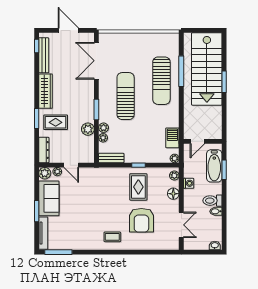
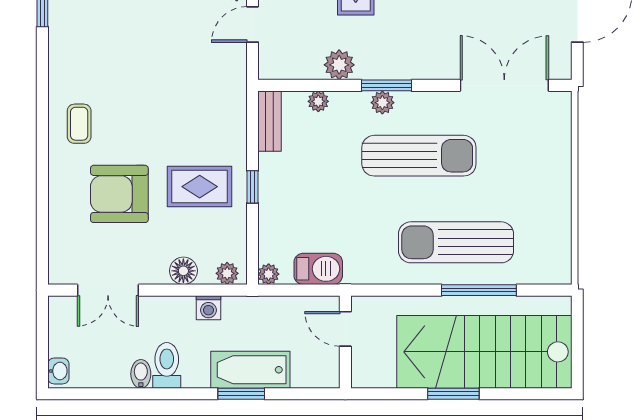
plant: (104, 128) -> (382, 103), moved
door: (197, 141) -> (345, 329), moved
wall: (203, 141) -> (345, 342), moved

